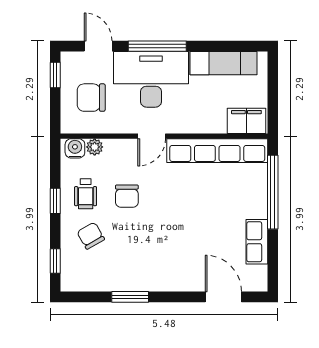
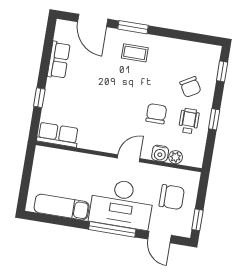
filing cabinet: (246, 121) -> (51, 158), removed
water cooler: (75, 148) -> (160, 153), moved
row of seats: (217, 151) -> (58, 135), width x0.50
window: (273, 192) -> (39, 98), width x0.32
coffee table: (165, 266) -> (135, 53), added
window: (130, 297) -> (133, 27), moved

